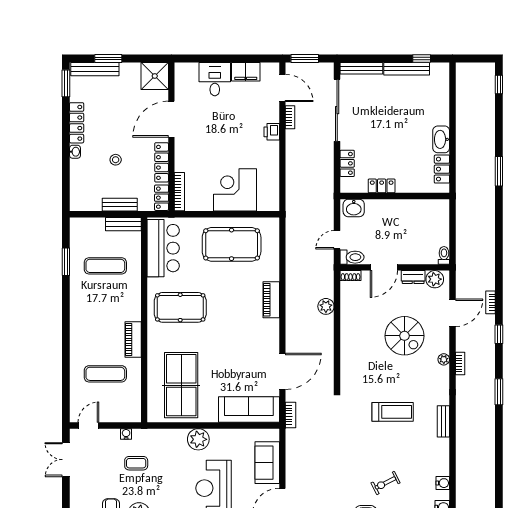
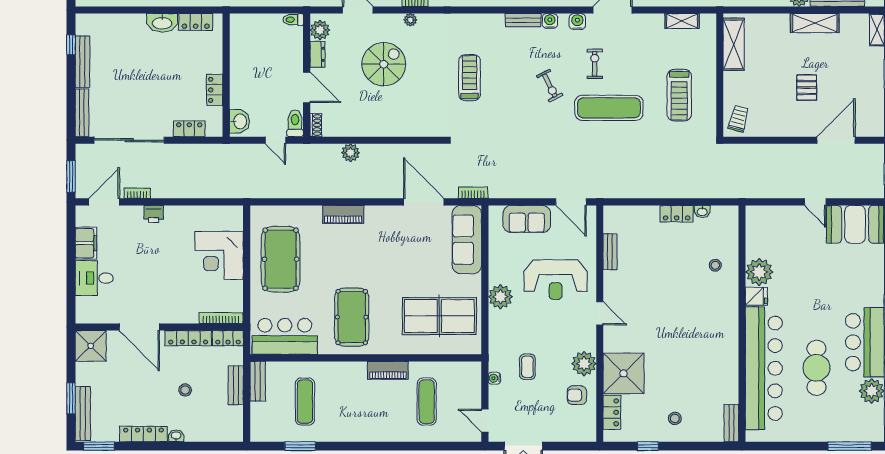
bench: (443, 421) -> (523, 20), moved

